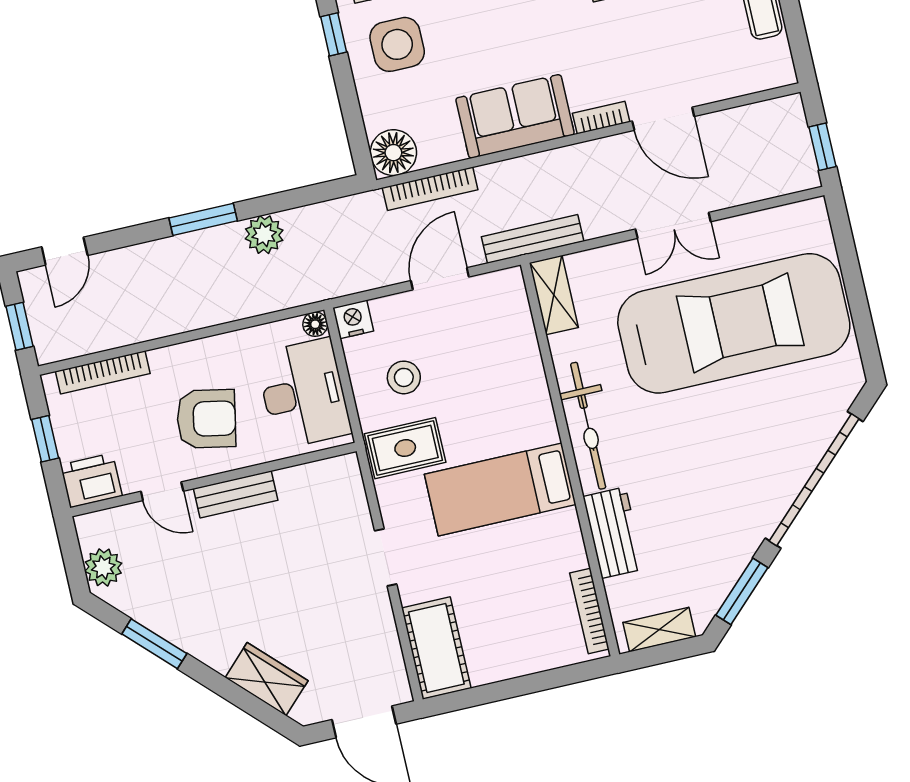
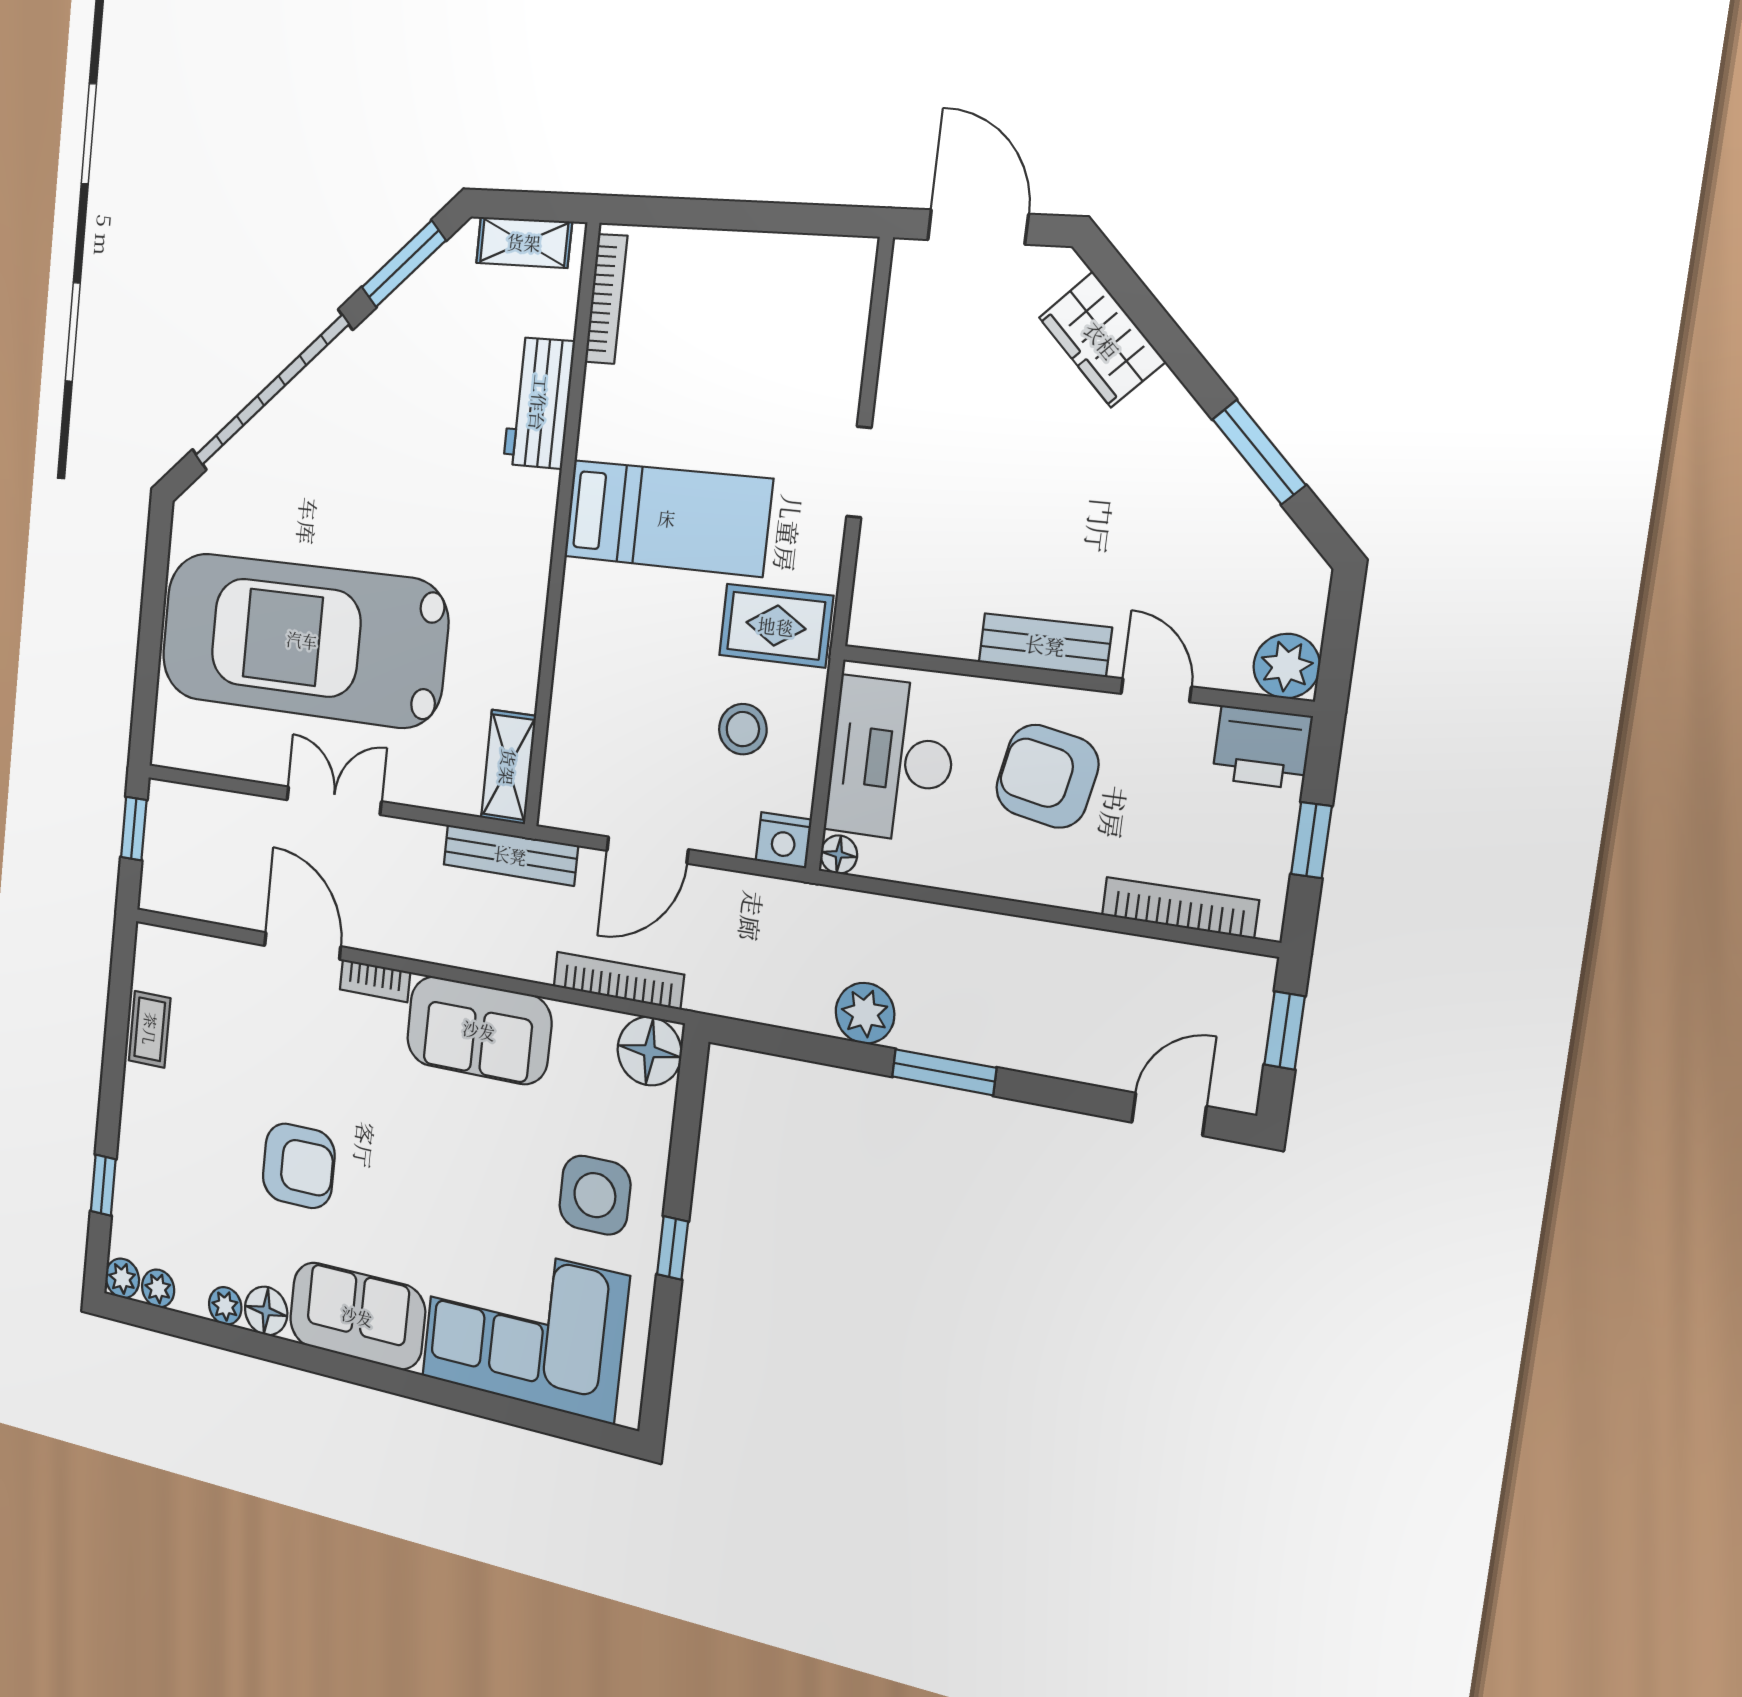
bicycle: (588, 426) -> (523, 567), removed
plant: (103, 567) -> (1287, 666), moved
cot: (436, 648) -> (833, 310), removed

